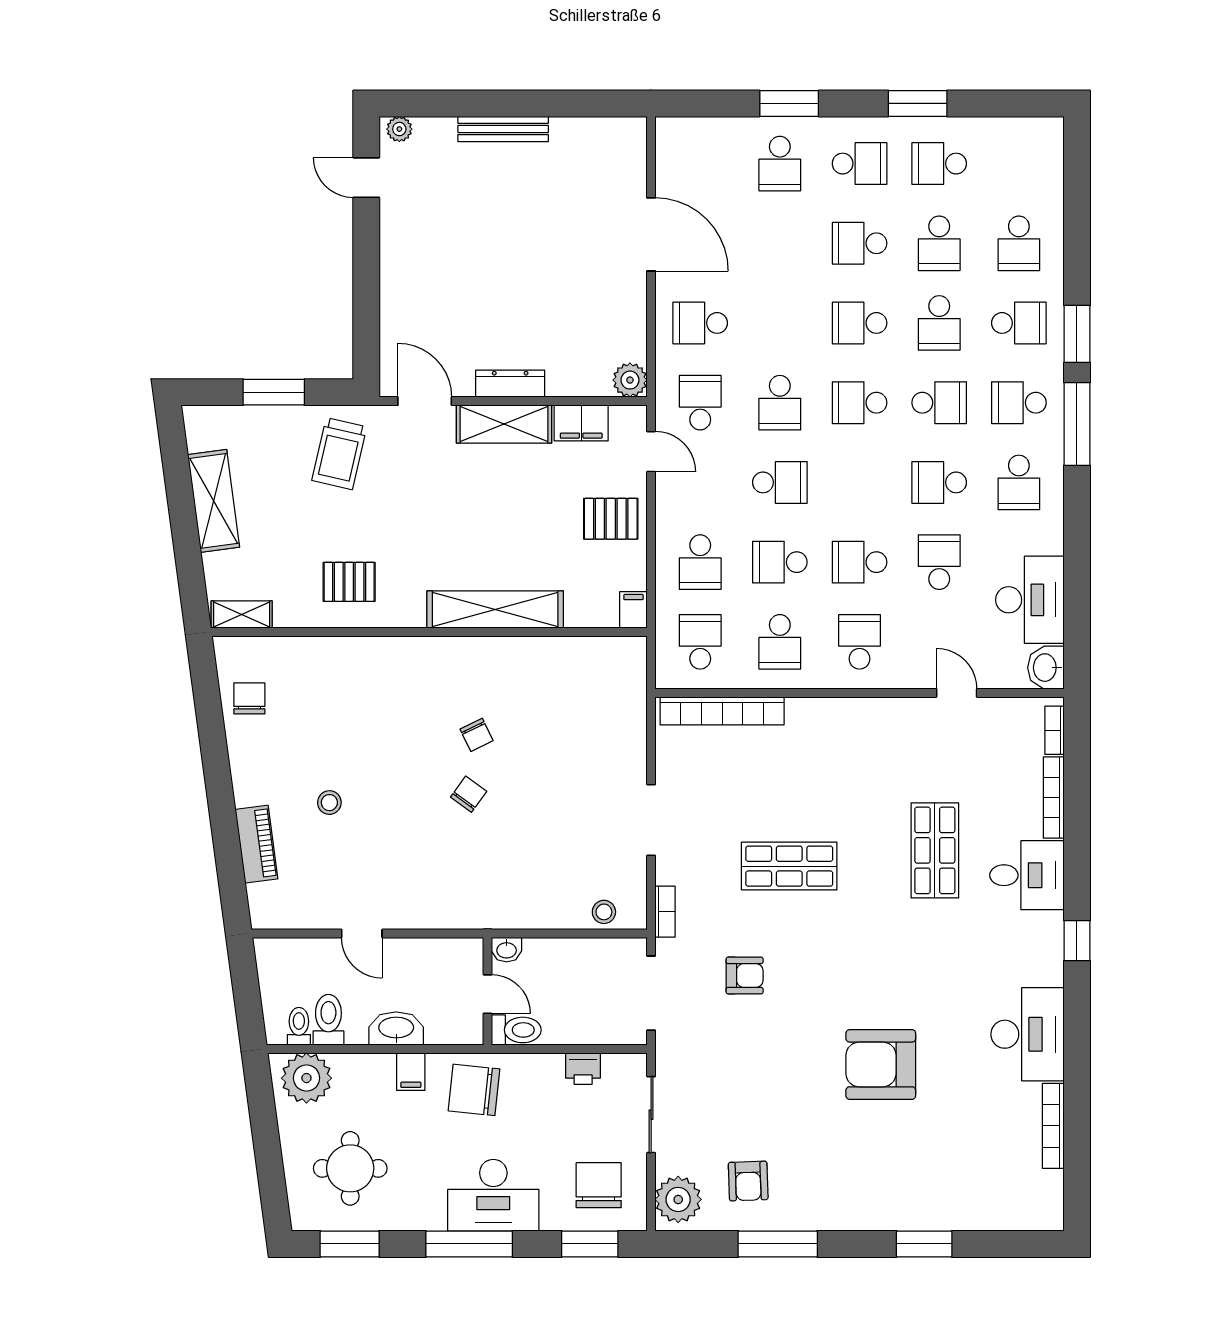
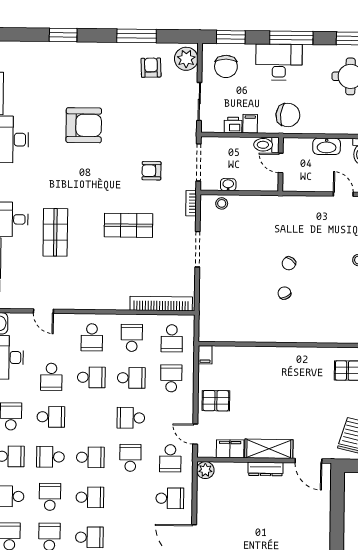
shelving: (495, 610) -> (274, 356), removed
washbasin: (507, 950) -> (228, 185), moved
filing cabinet: (411, 1072) -> (250, 124), moved

